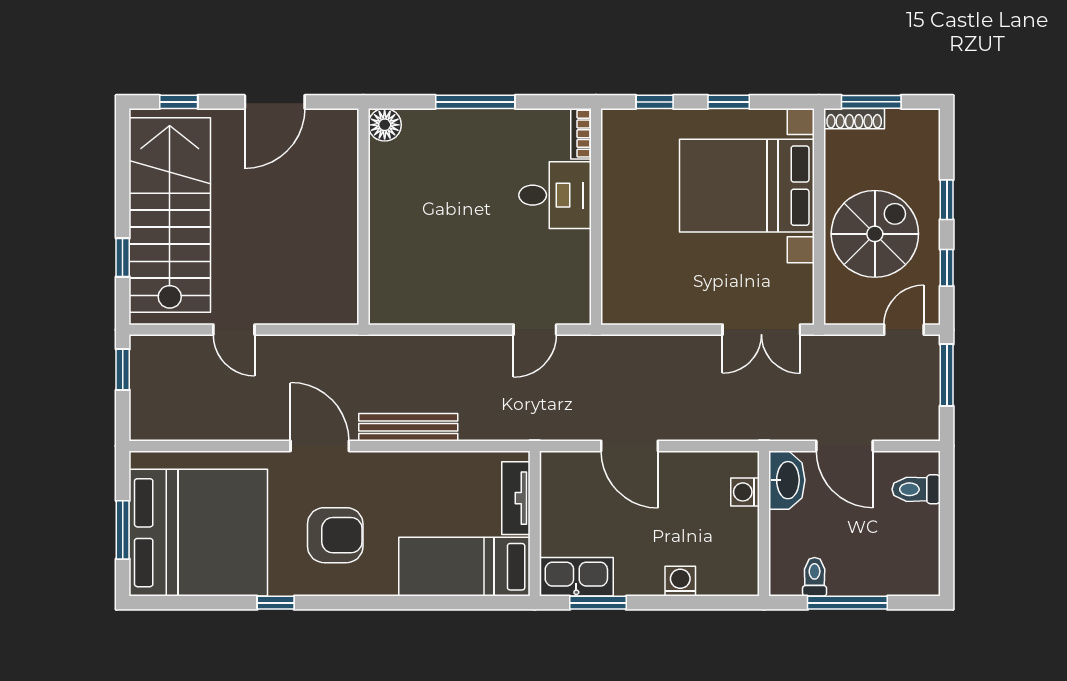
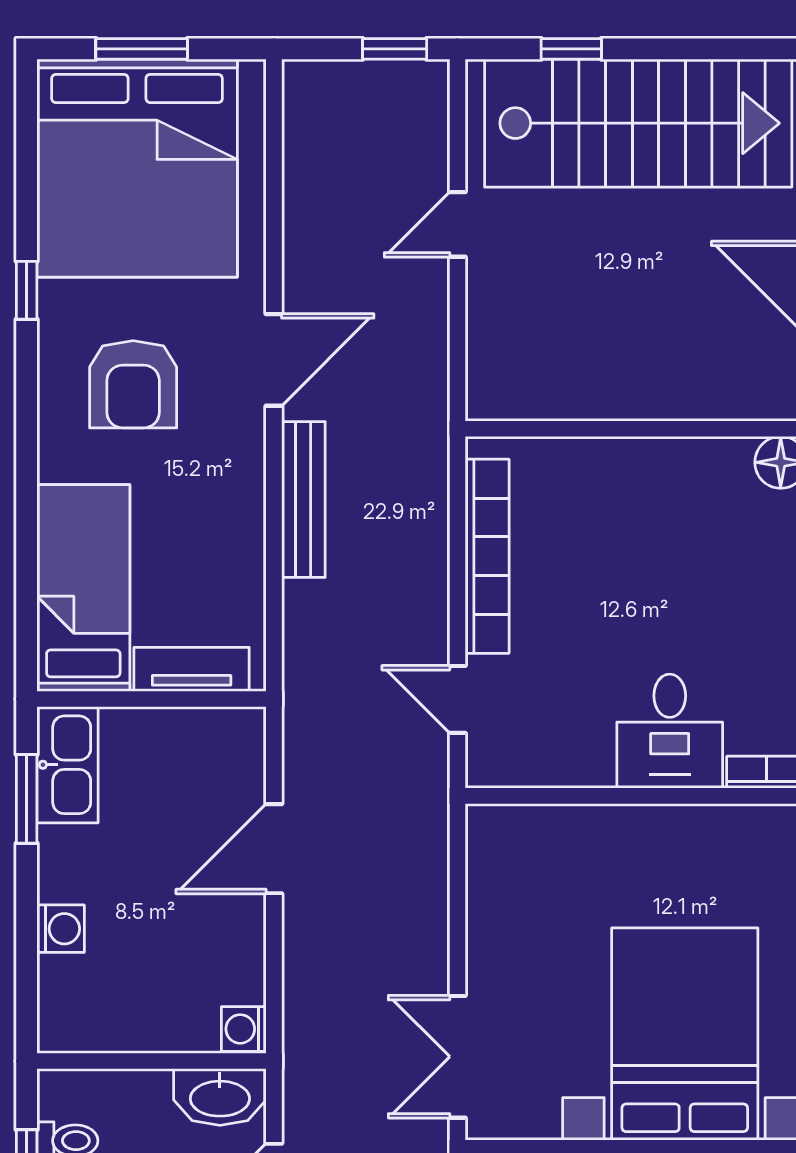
bookcase: (444, 311) -> (487, 556), added
washing machine: (745, 492) -> (244, 1029), moved, turned -90

